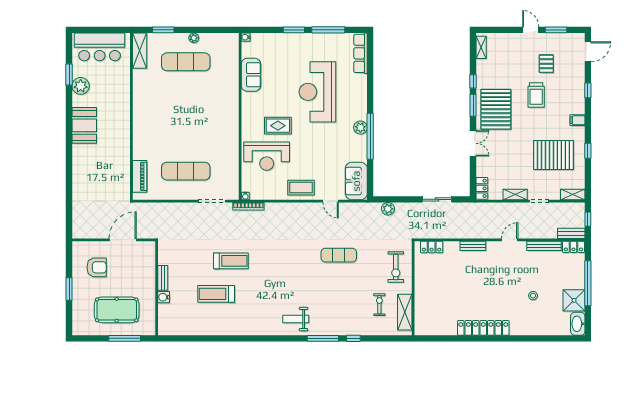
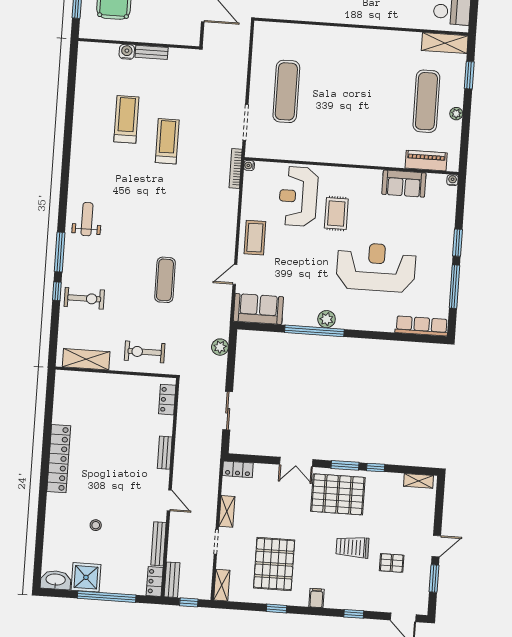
piano: (140, 176) -> (426, 161), moved, turned 180
treadmill: (231, 261) -> (167, 141), turned 180
exercise bike: (379, 305) -> (84, 298), moved, width x1.38, depth x1.39

